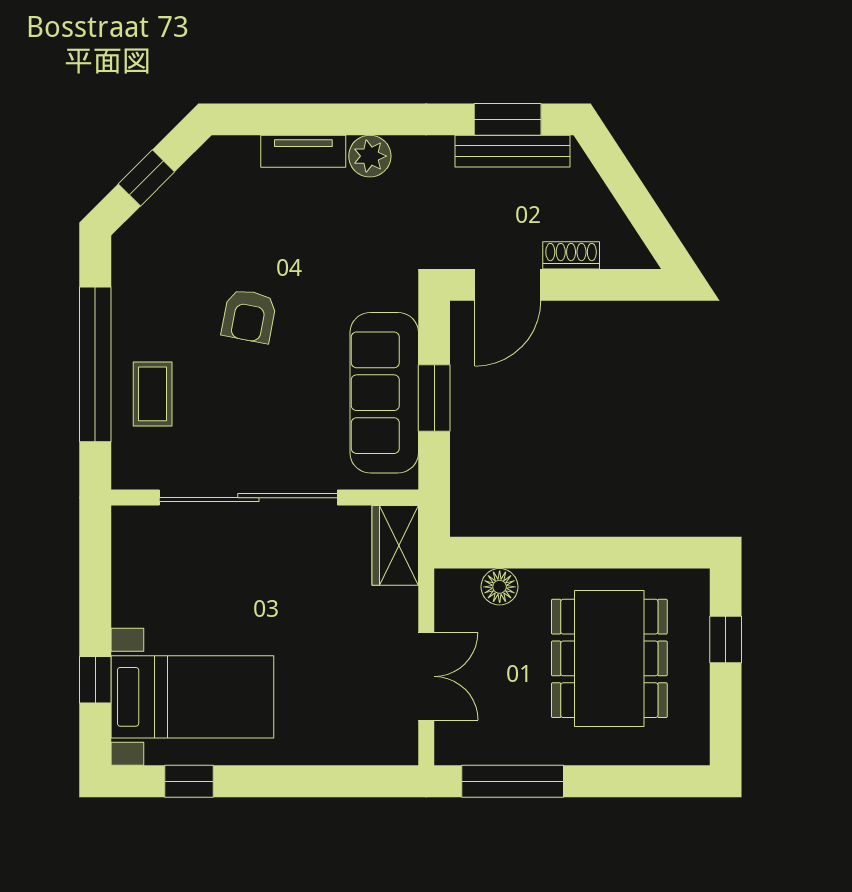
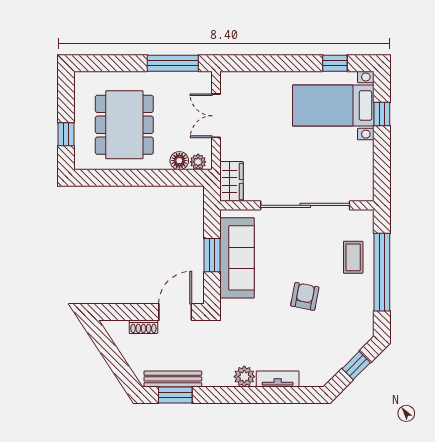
plant: (462, 584) -> (198, 162), added

